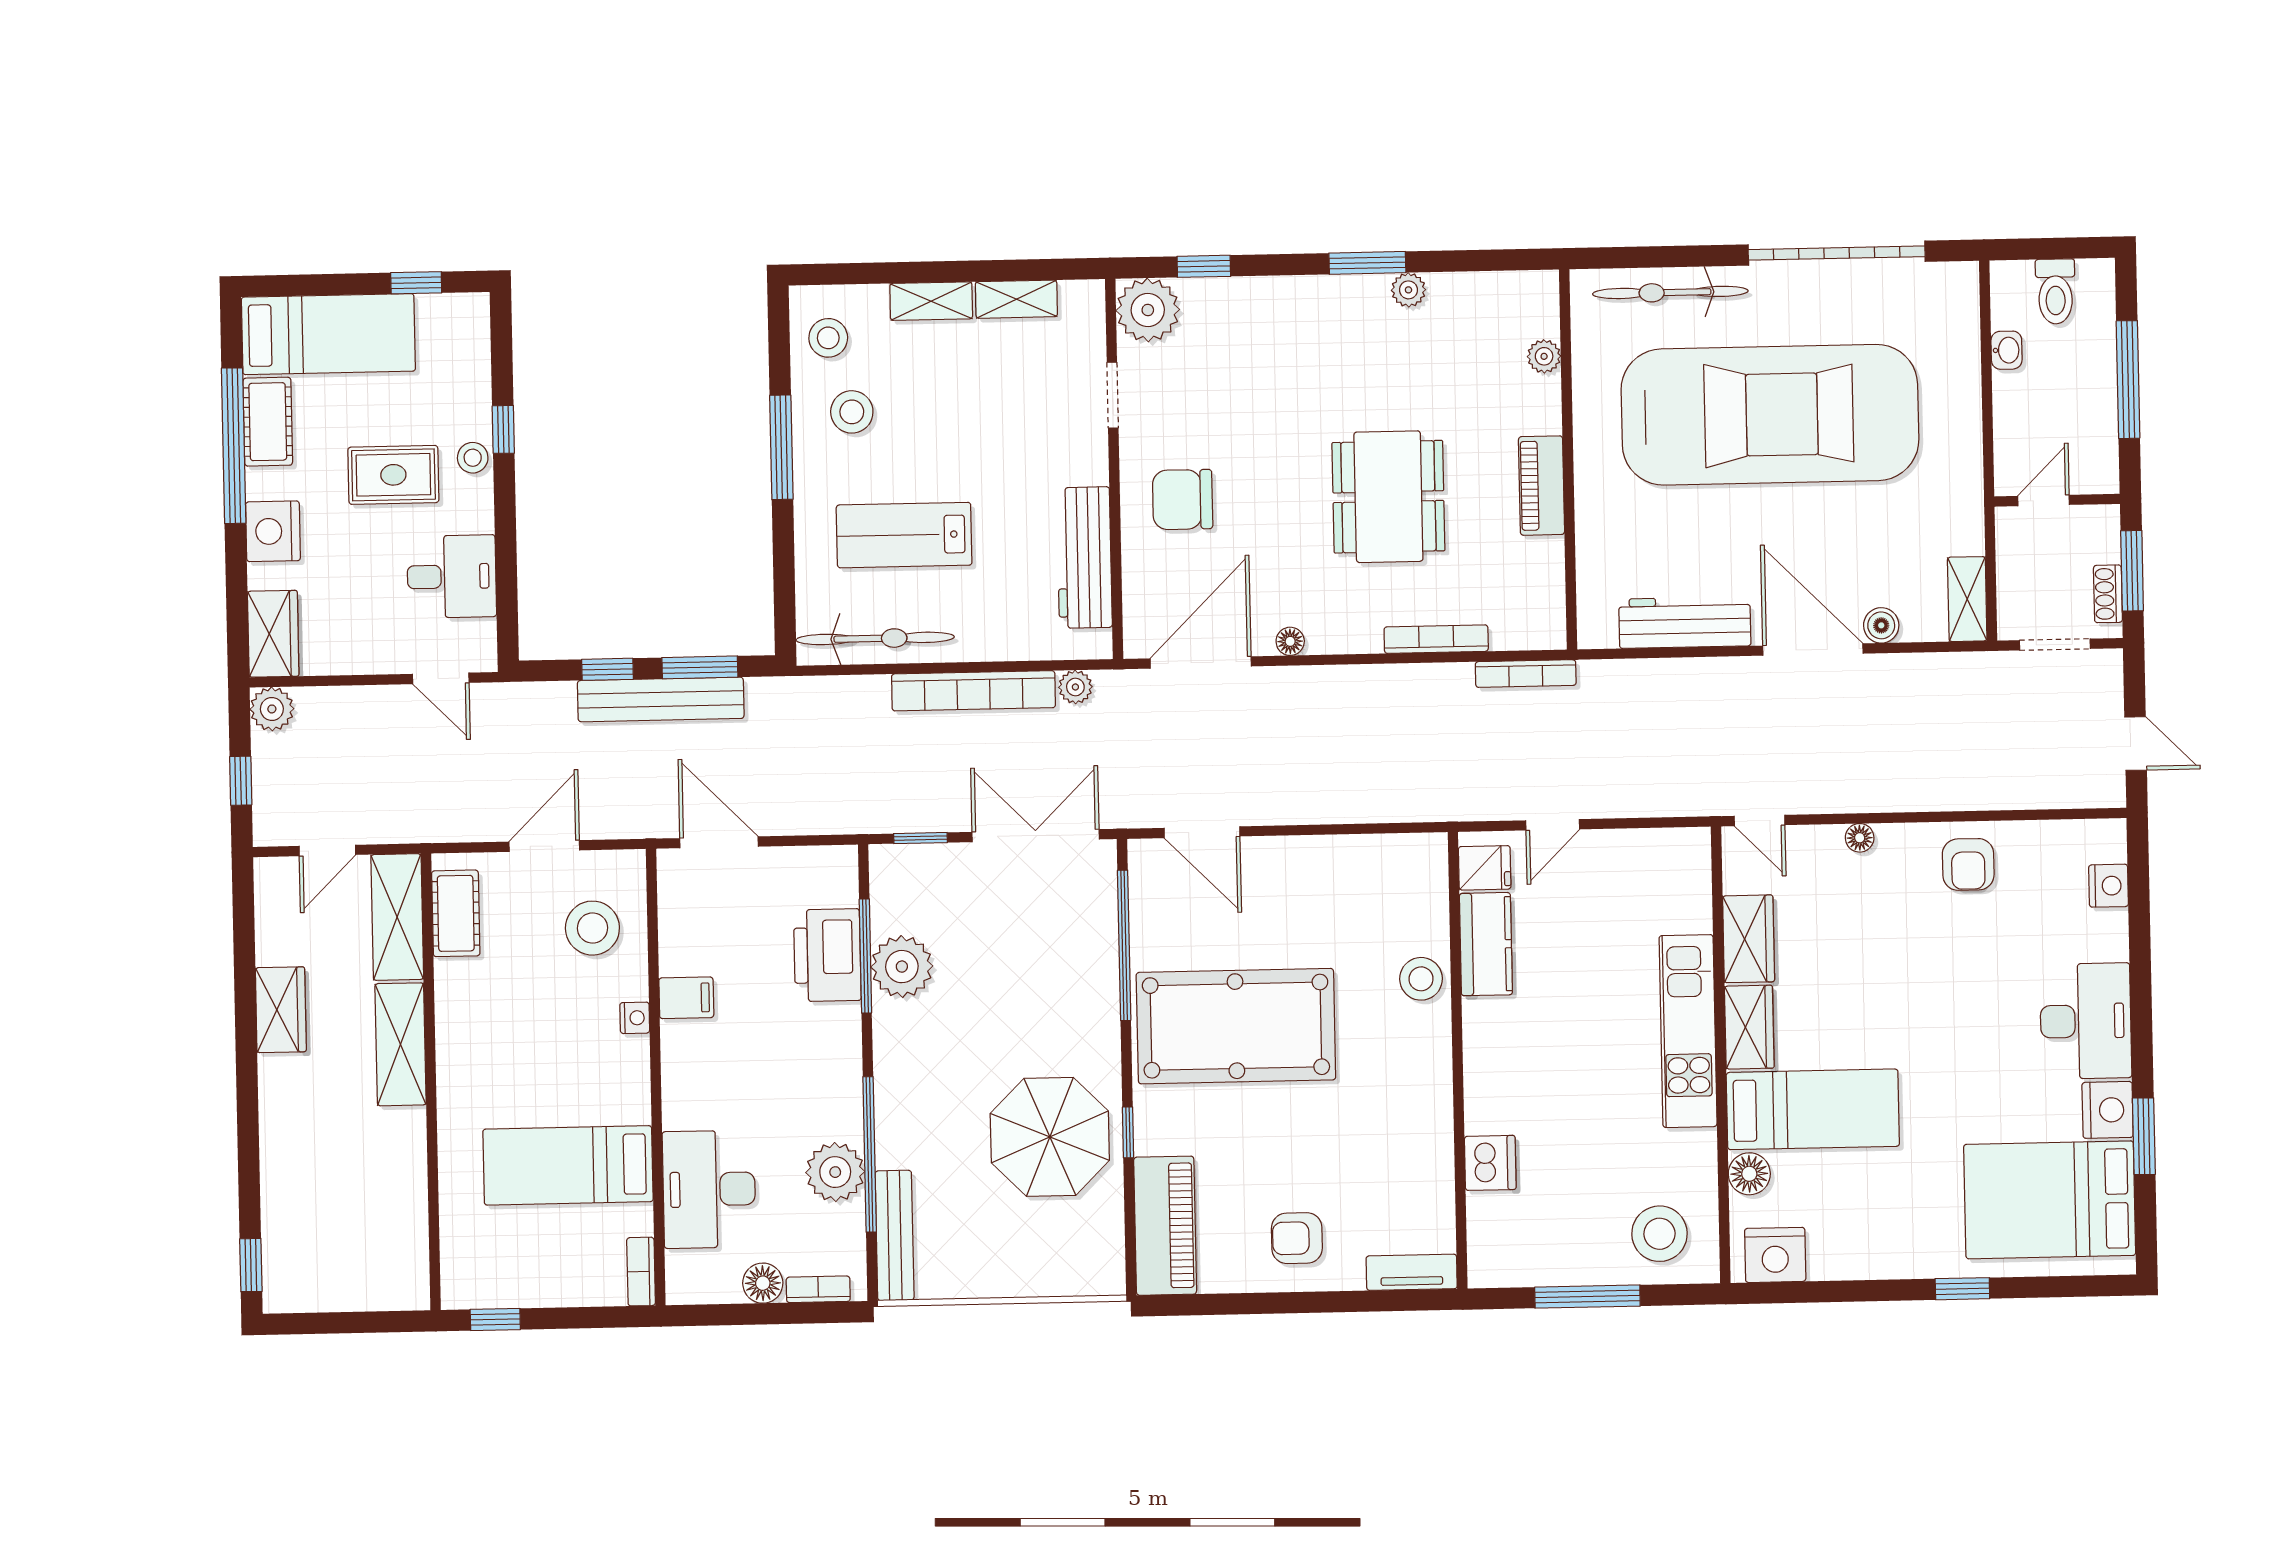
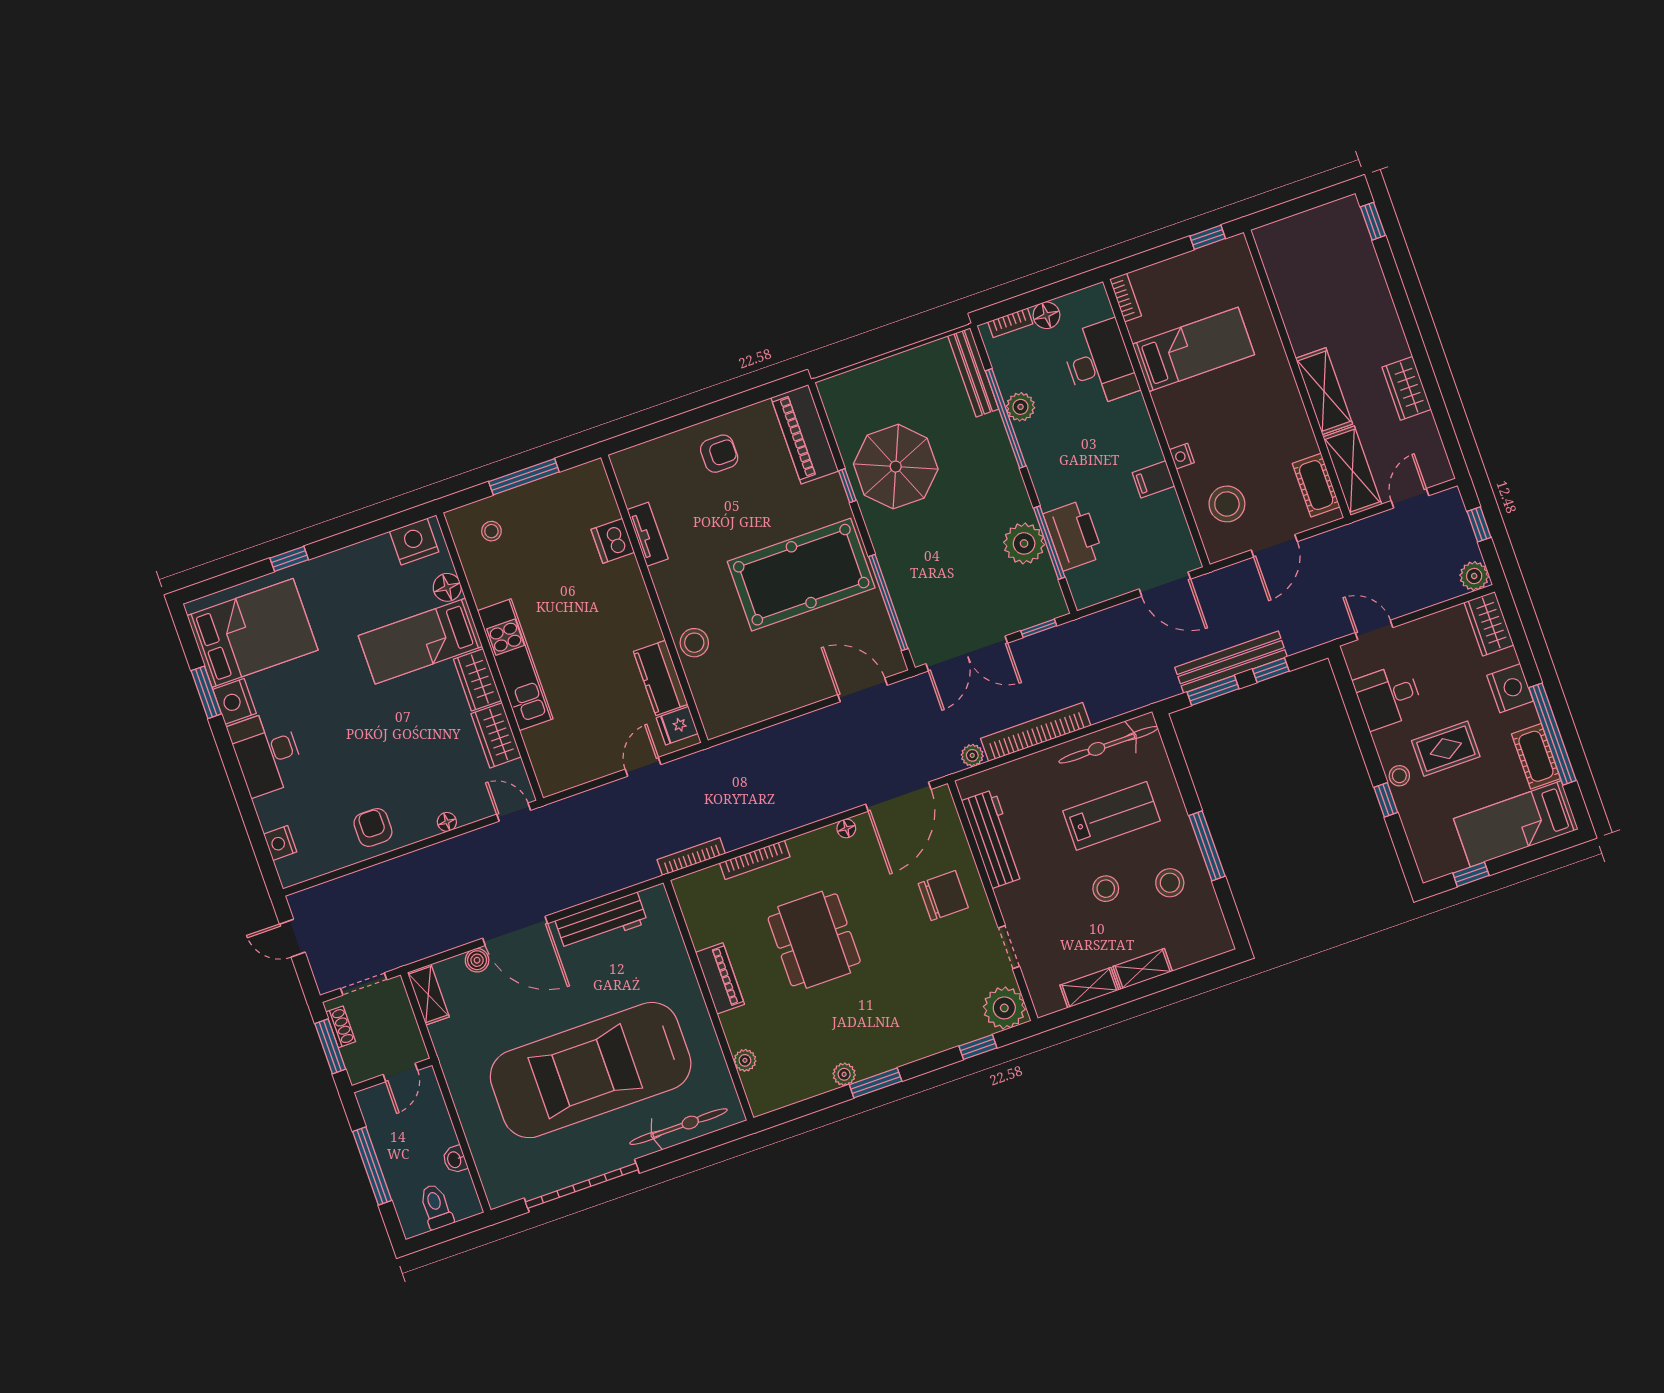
stool: (828, 338) -> (1106, 889), moved
plant: (835, 1172) -> (1020, 407), width x0.73, depth x0.73
stool: (1659, 1234) -> (491, 531), width x0.53, depth x0.53
tv unit: (1412, 1272) -> (648, 534), moved, turned -90

